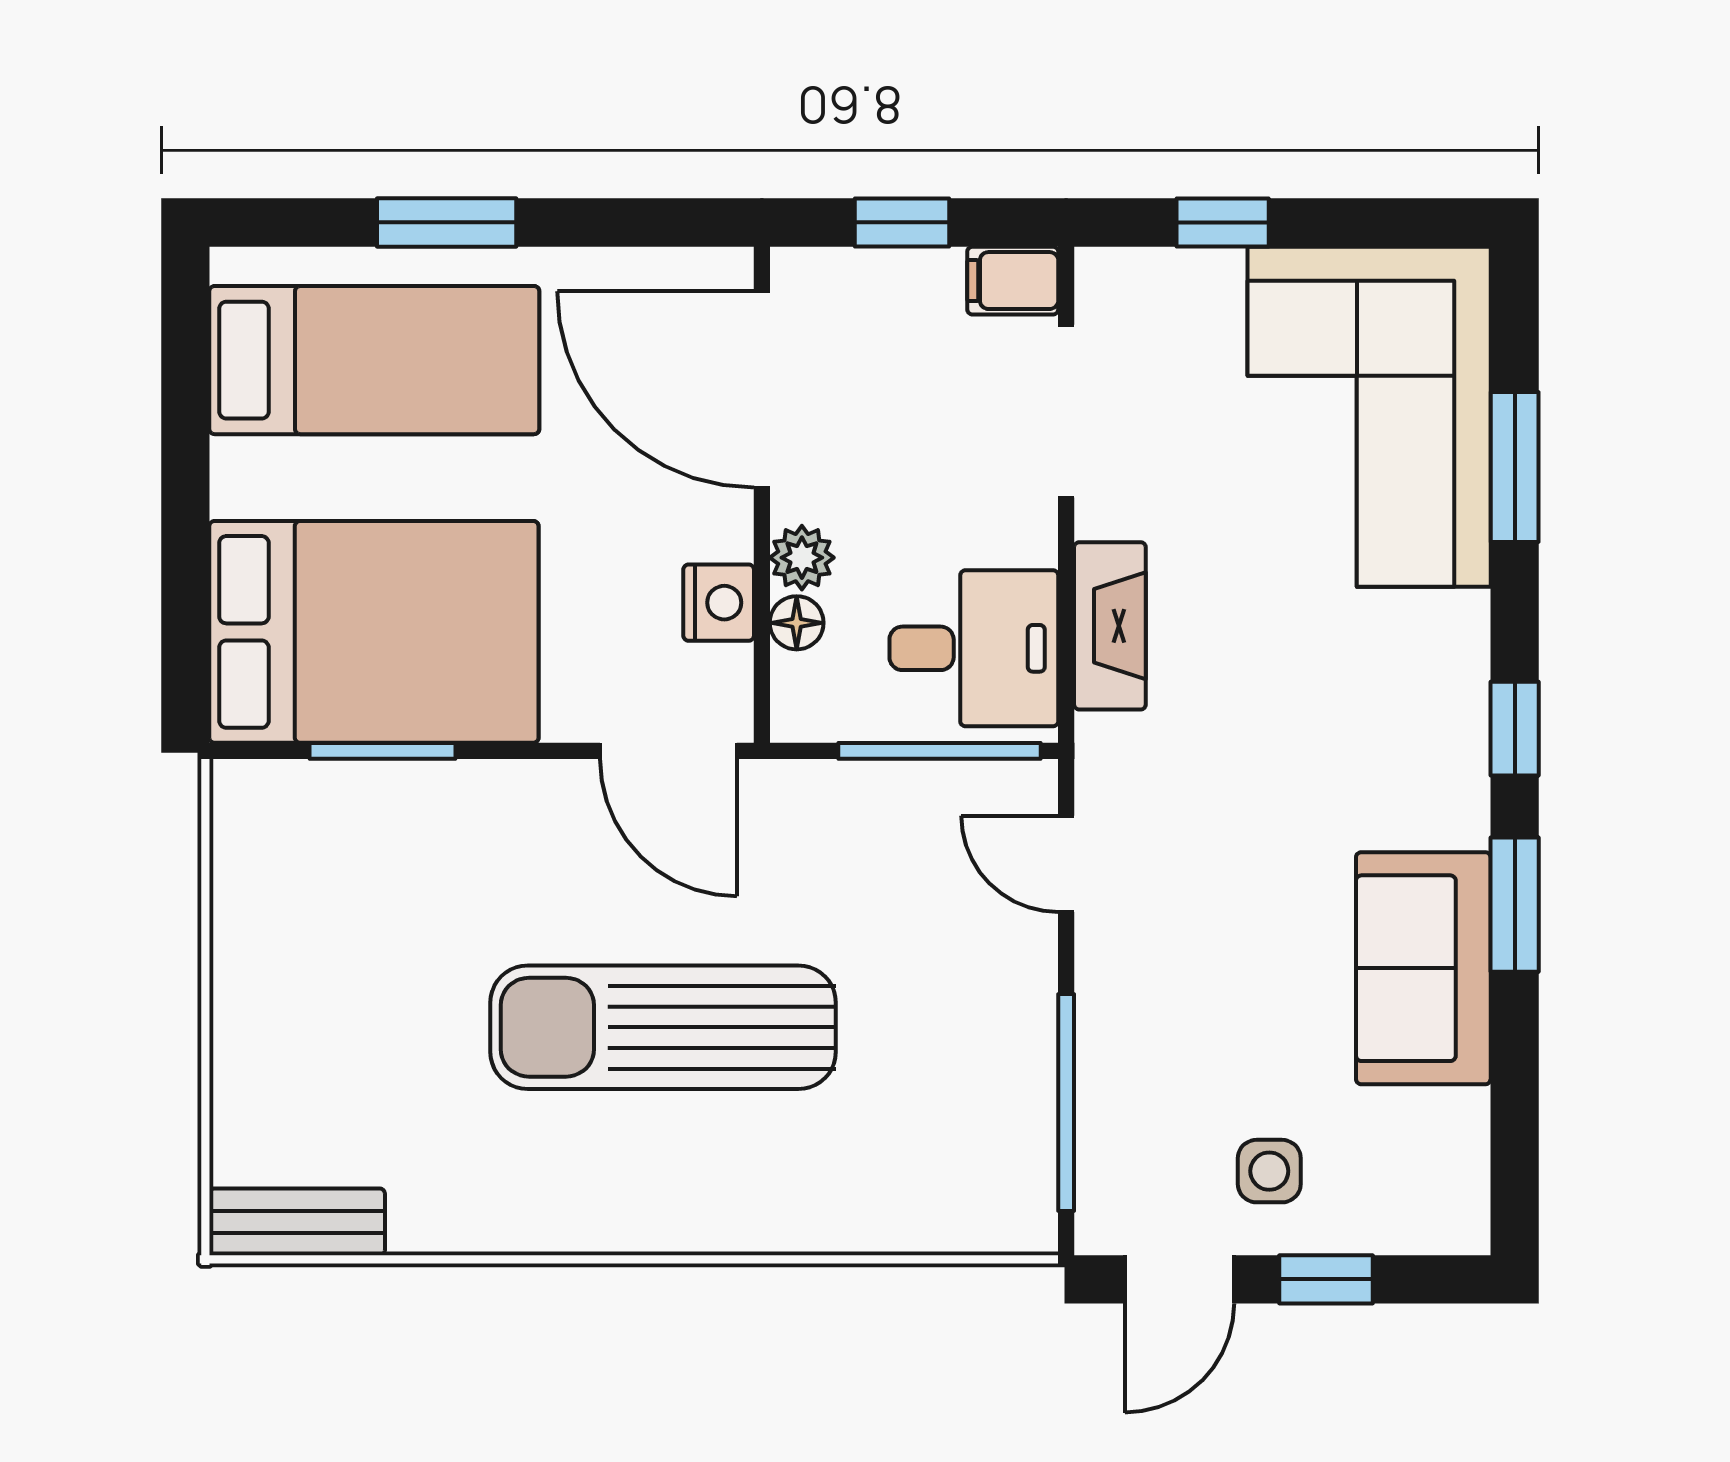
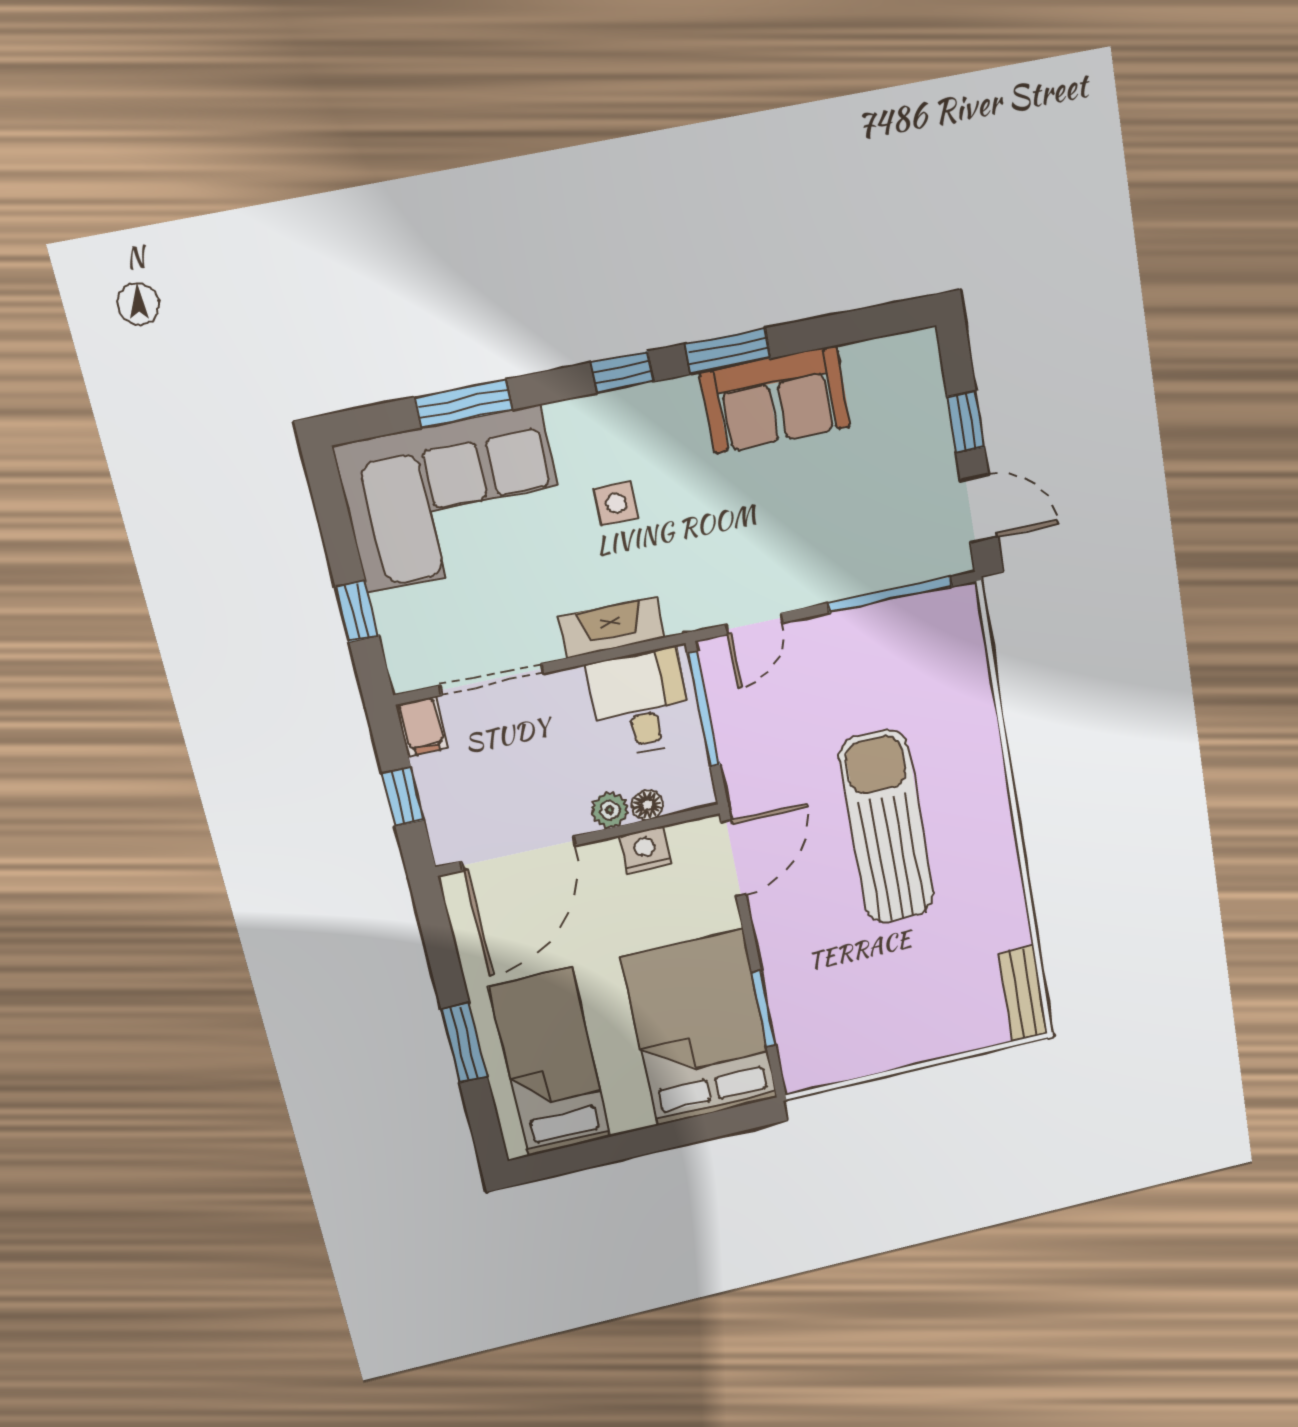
sun lounger: (663, 1027) -> (887, 827), turned 180
side table: (1269, 1171) -> (616, 503), moved

